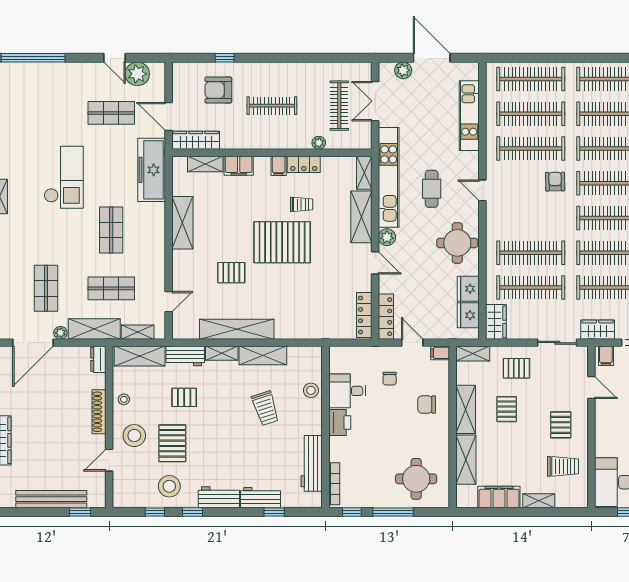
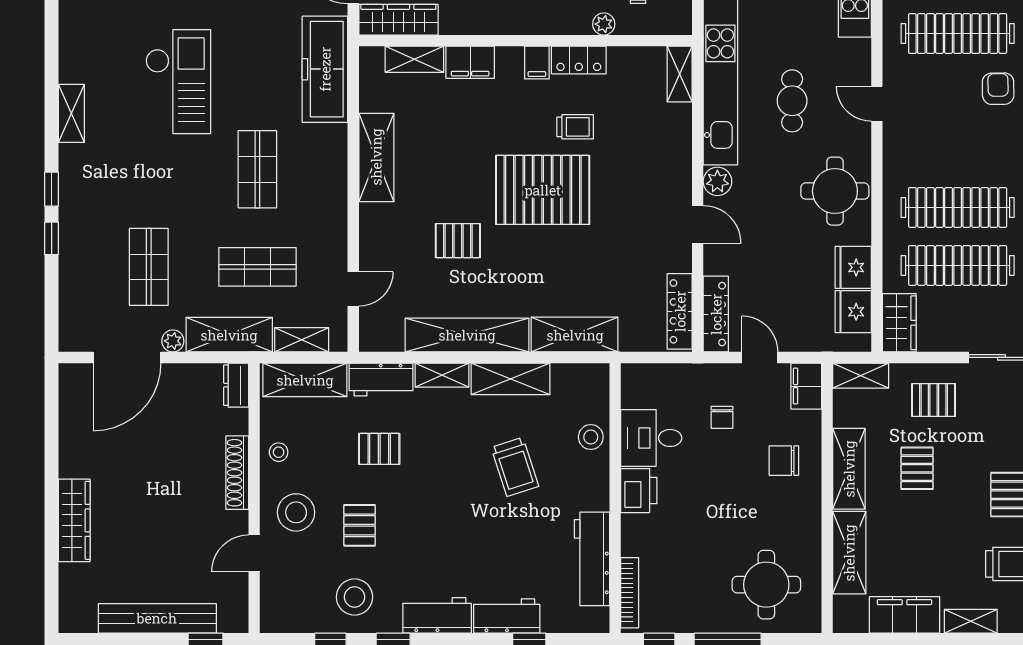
shelving: (361, 217) -> (575, 335), moved, turned 90
filing cabinet: (440, 353) -> (806, 386), width x2.00
pallet: (172, 443) -> (360, 525), width x0.67, depth x0.71

